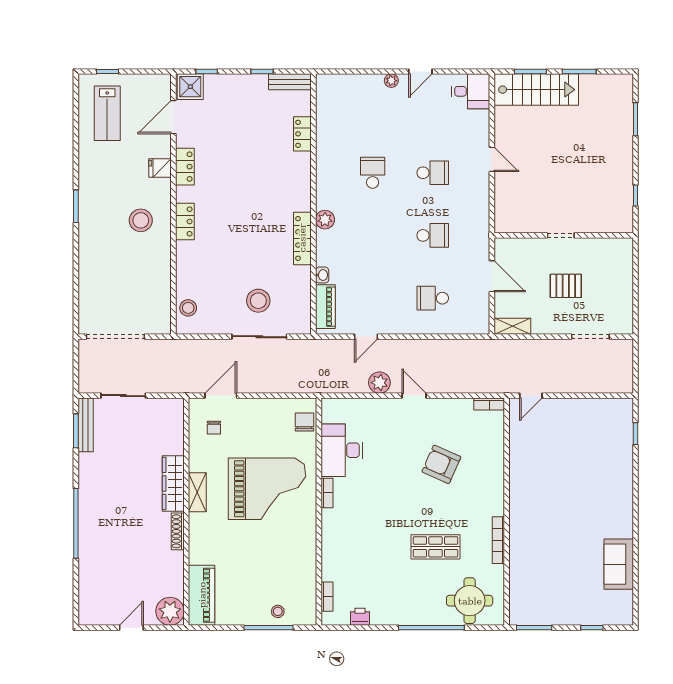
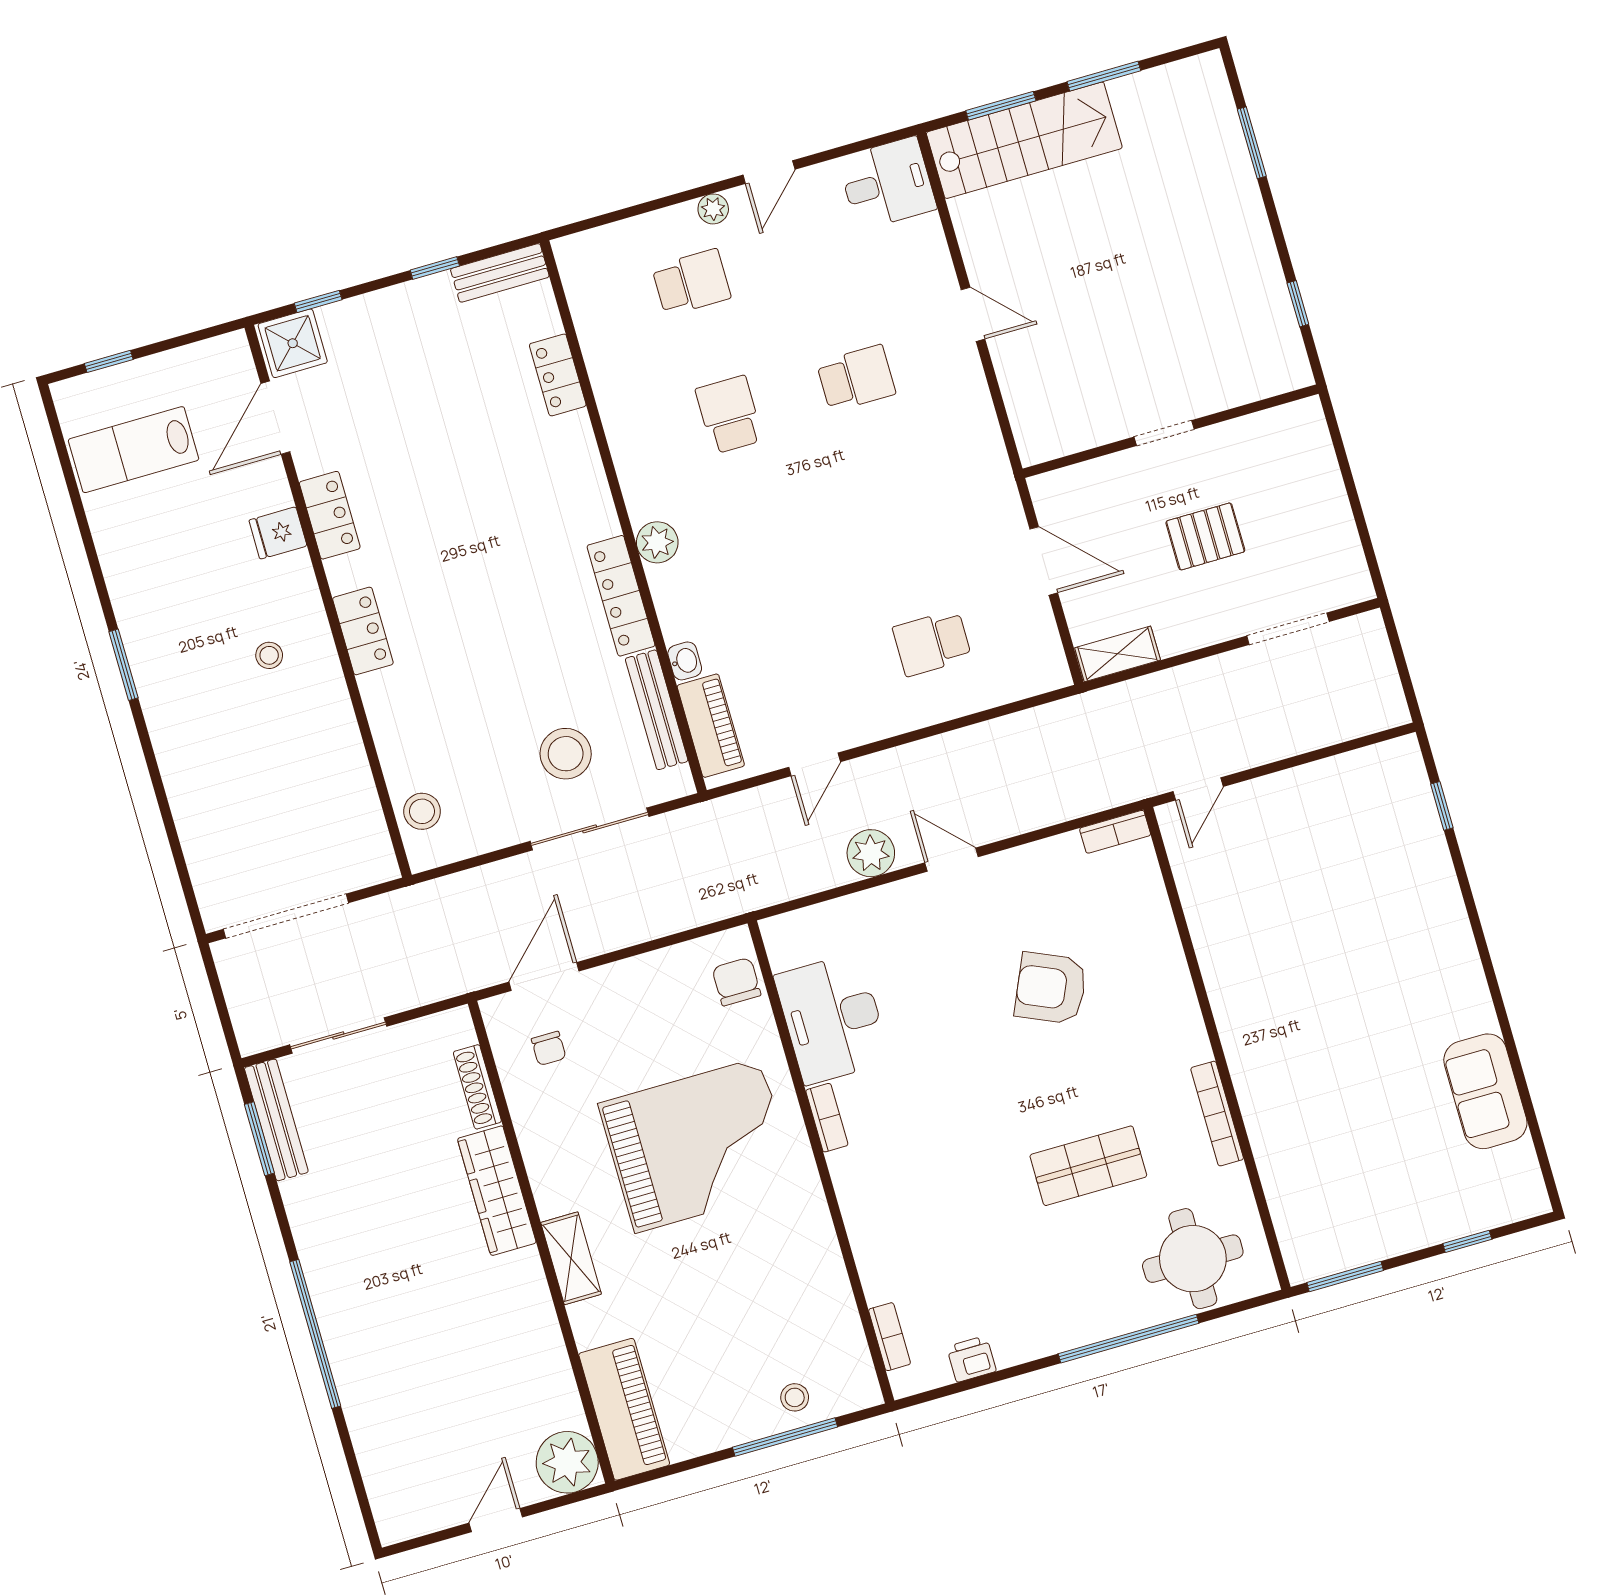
lab bench: (107, 113) -> (134, 450), turned 90
stool: (141, 220) -> (269, 655), width x0.53, depth x0.53
school desk: (433, 235) -> (691, 282), moved
bench: (304, 293) -> (657, 710), added
shelving: (197, 492) -> (571, 1258), moved
shoe rack: (178, 531) -> (477, 1087), moved

